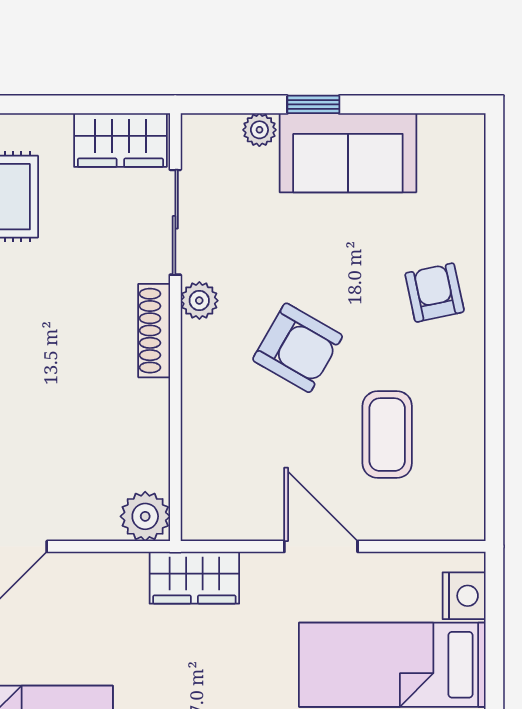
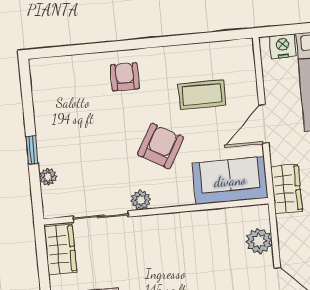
sofa: (348, 153) -> (230, 181), moved, turned -90
armchair: (435, 293) -> (125, 77), turned 102
shoe rack: (154, 331) -> (159, 222), removed
plant: (145, 516) -> (259, 241), moved

